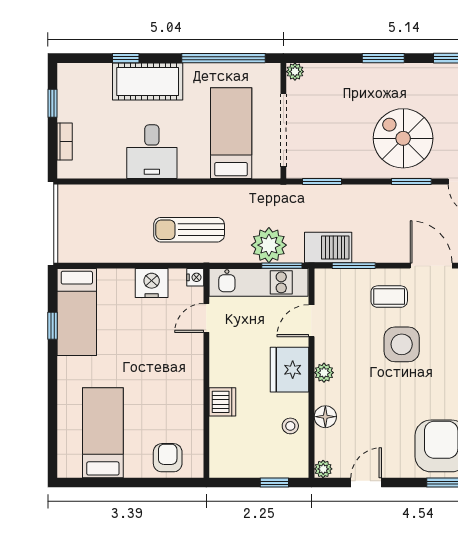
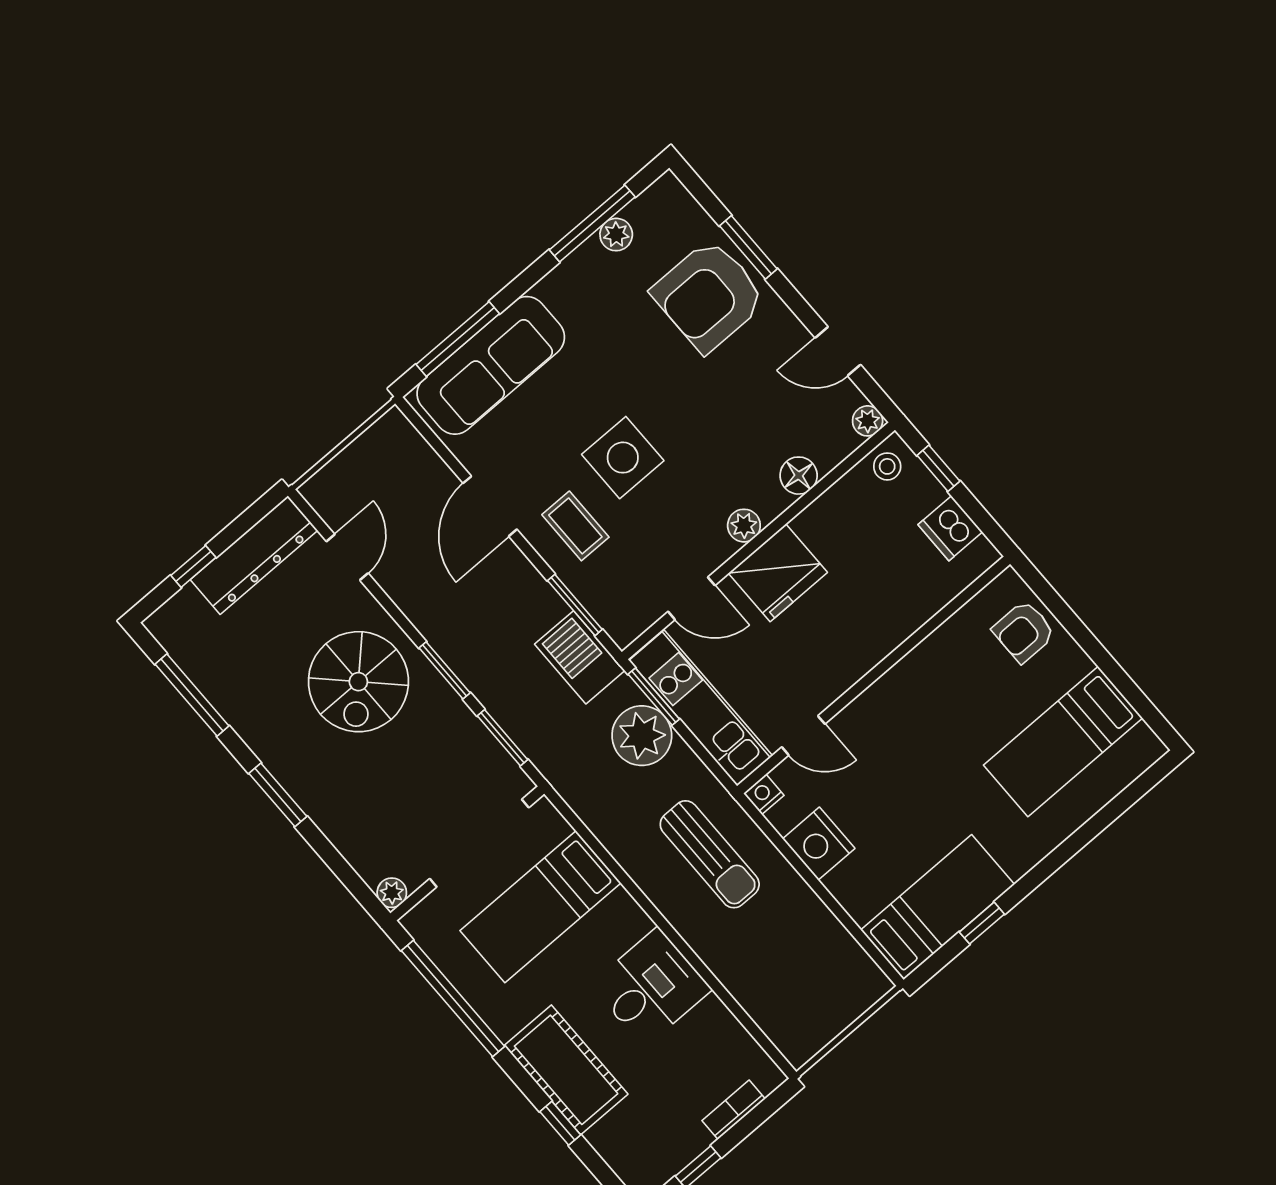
window: (411, 182) -> (445, 670), moved
dishwasher: (222, 402) -> (950, 528), moved, turned -90
stool: (290, 426) -> (887, 466), moved

